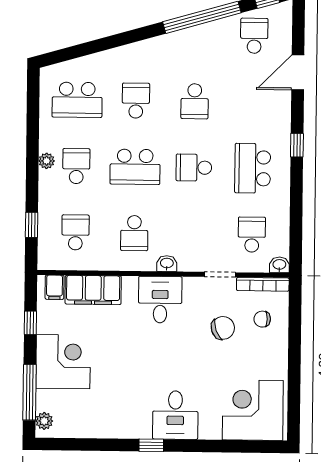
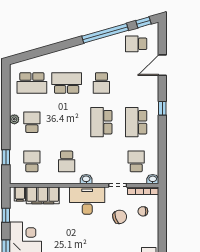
school desk: (254, 36) -> (136, 44), turned -90
school desk: (136, 101) -> (67, 83), width x1.85
school desk: (135, 167) -> (67, 122), removed
school desk: (194, 168) -> (101, 122), width x1.85
desk: (160, 300) -> (87, 201), width x1.37

